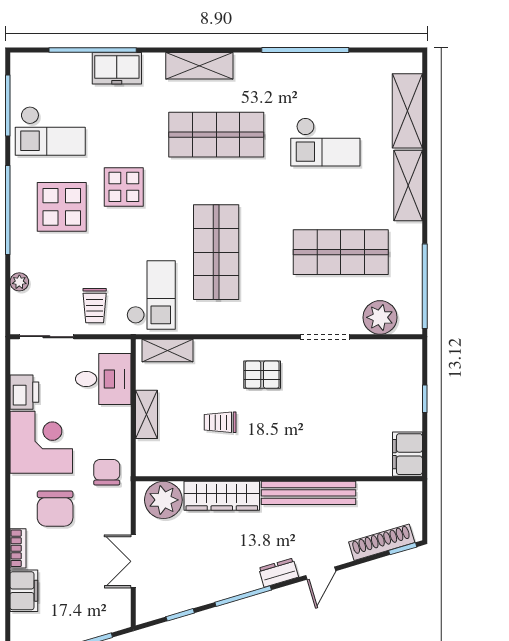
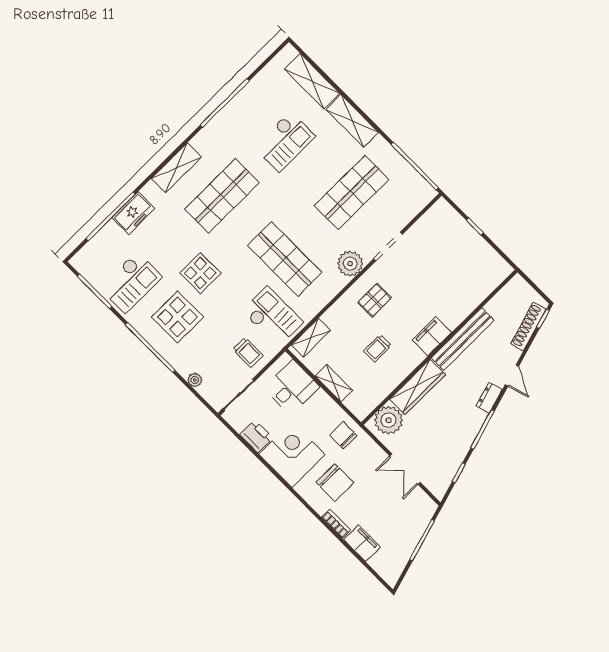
plant: (380, 317) -> (350, 264), moved
filing cabinet: (407, 454) -> (432, 336), moved, turned 90

